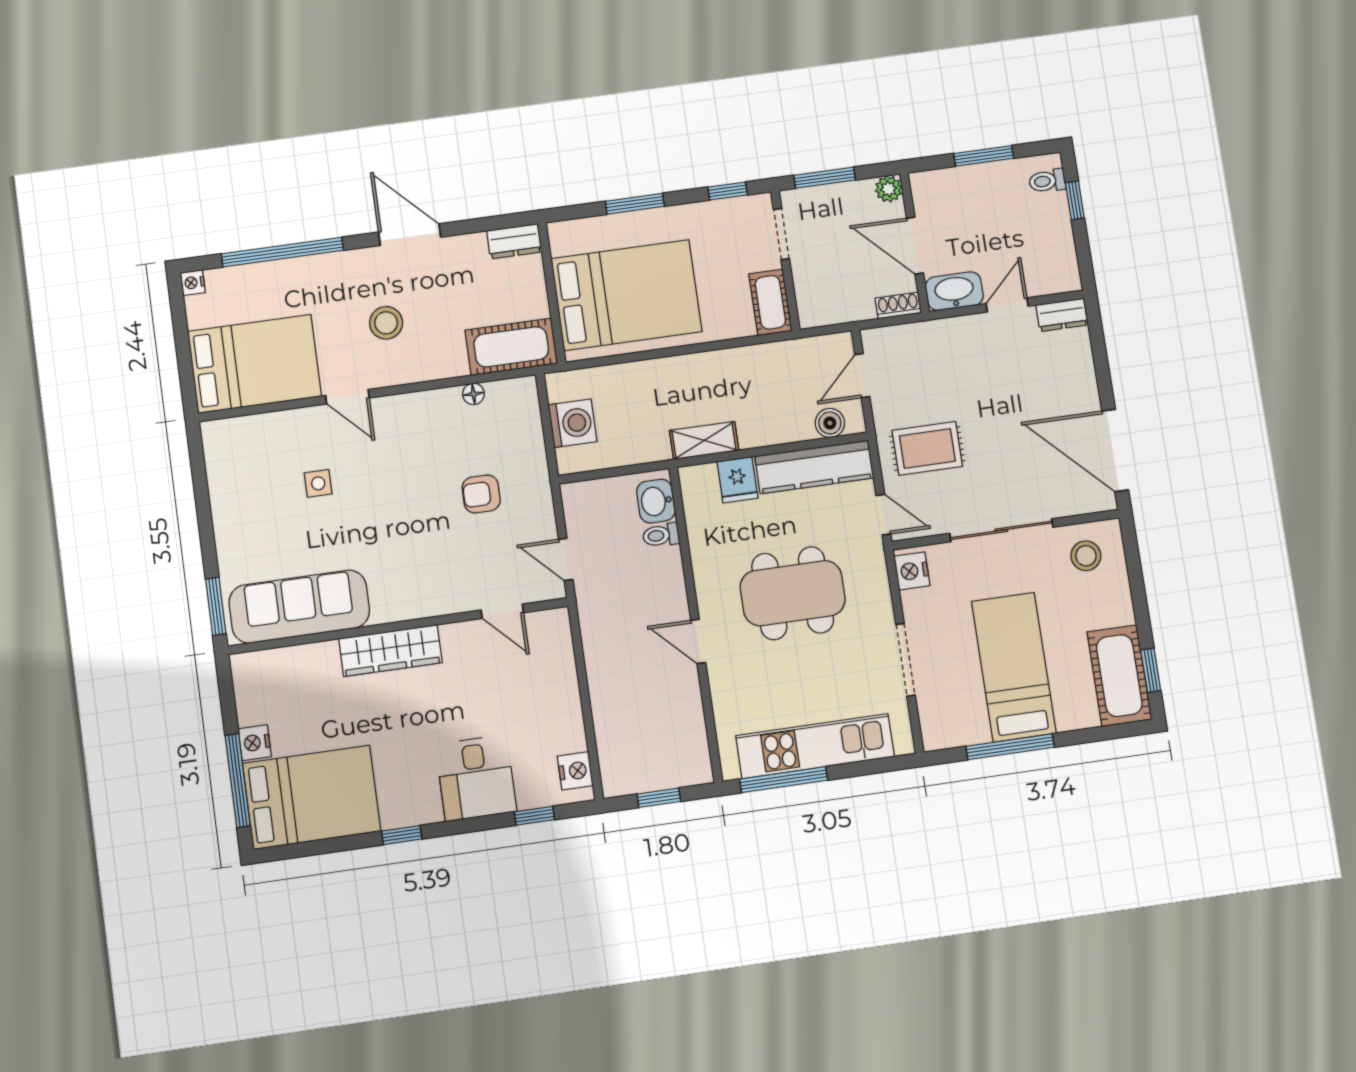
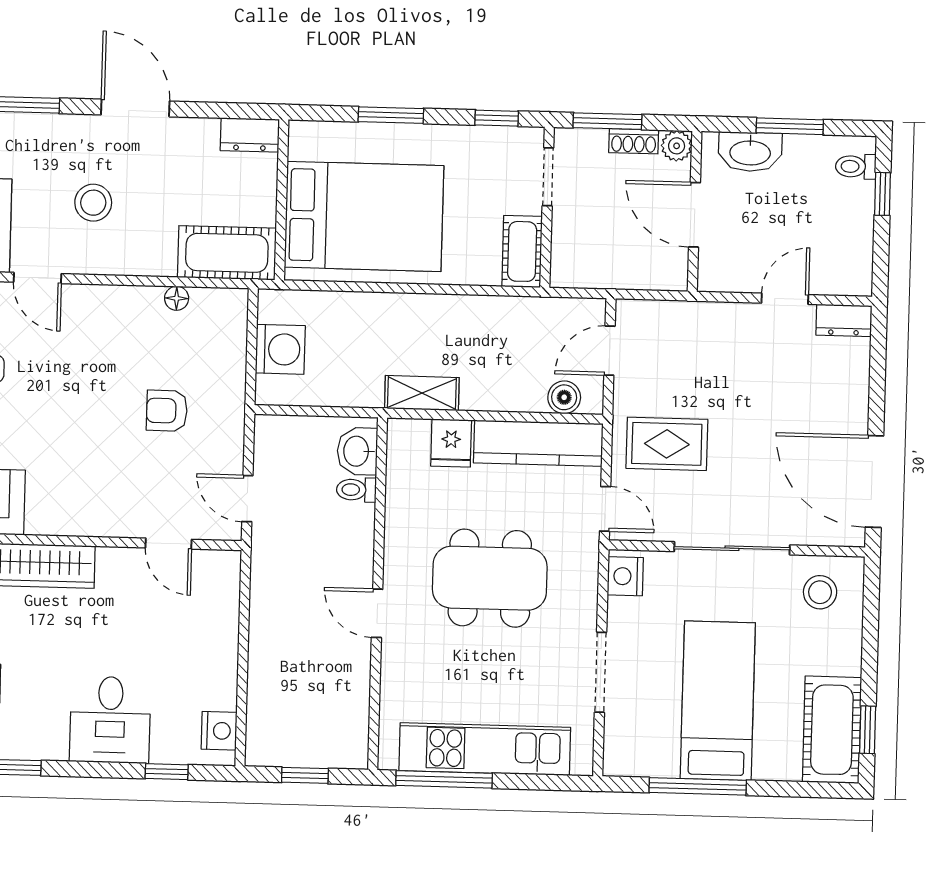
washbasin: (954, 291) -> (750, 152), moved, turned 180
shoe rack: (898, 305) -> (634, 141), moved, turned 180

